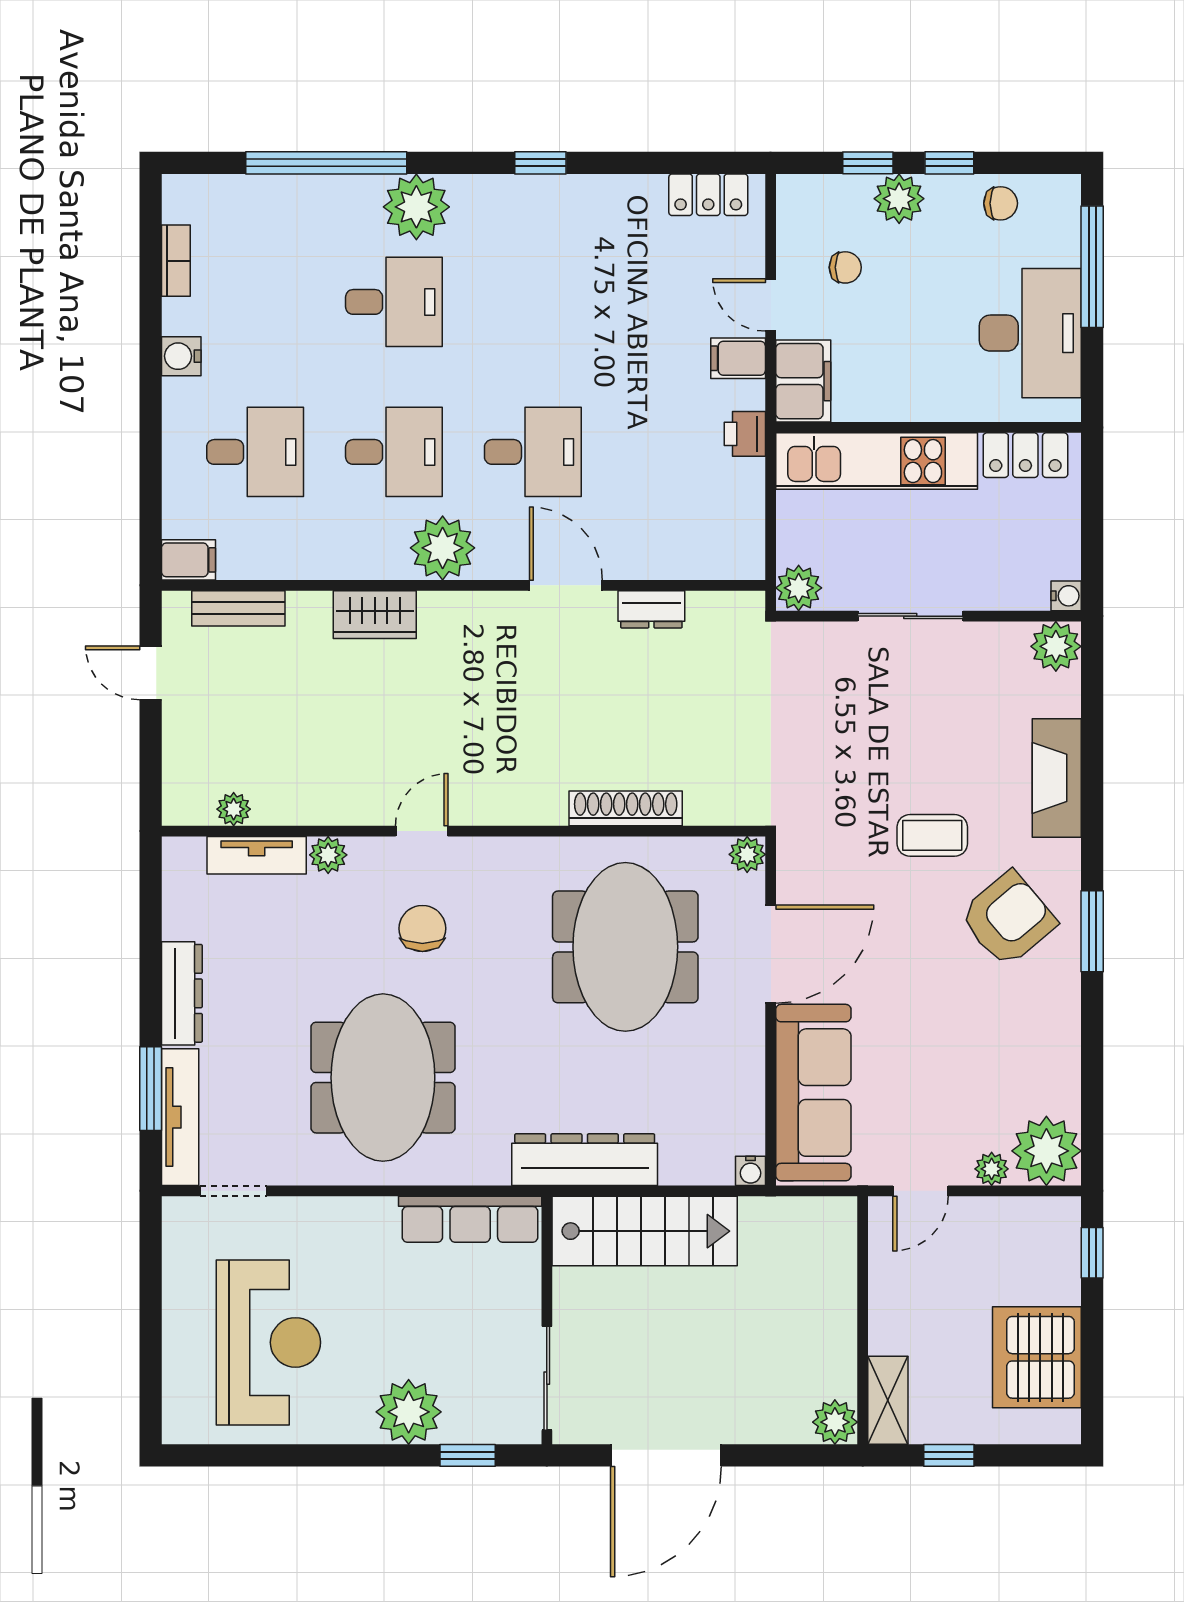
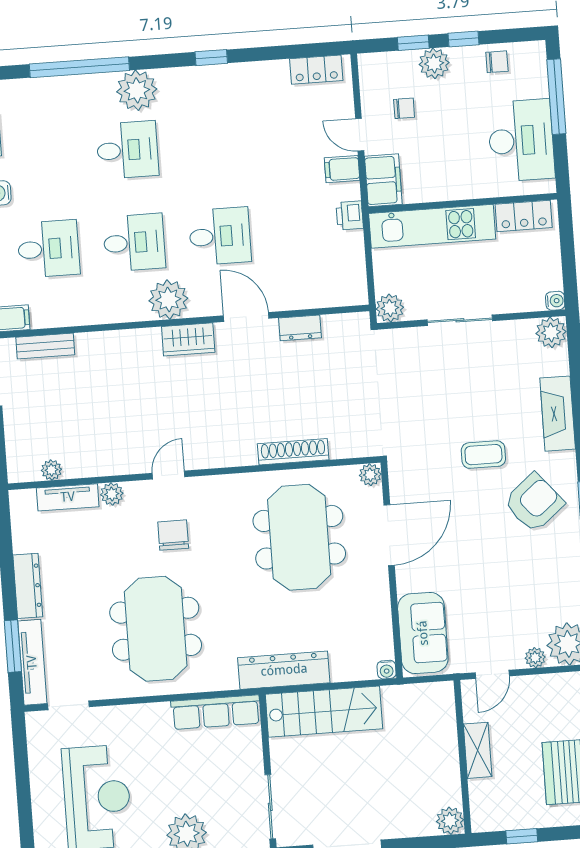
wardrobe: (375, 615) -> (188, 339), moved
sofa: (813, 1093) -> (423, 633), width x0.73
shelving: (888, 1400) -> (478, 750), moved

